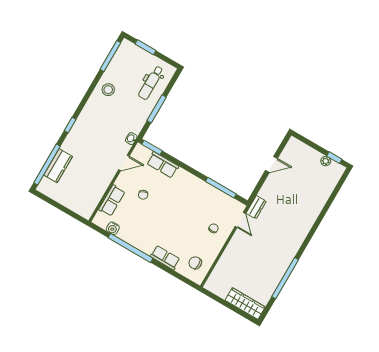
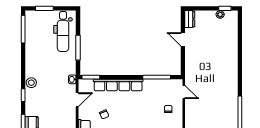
dental chair: (151, 83) -> (63, 31), width x1.36, depth x1.38
stool: (108, 90) -> (31, 83), moved
door: (271, 164) -> (183, 39), swing flipped
row of seats: (163, 165) -> (118, 85), width x2.02
dresser: (256, 207) -> (190, 19), moved

